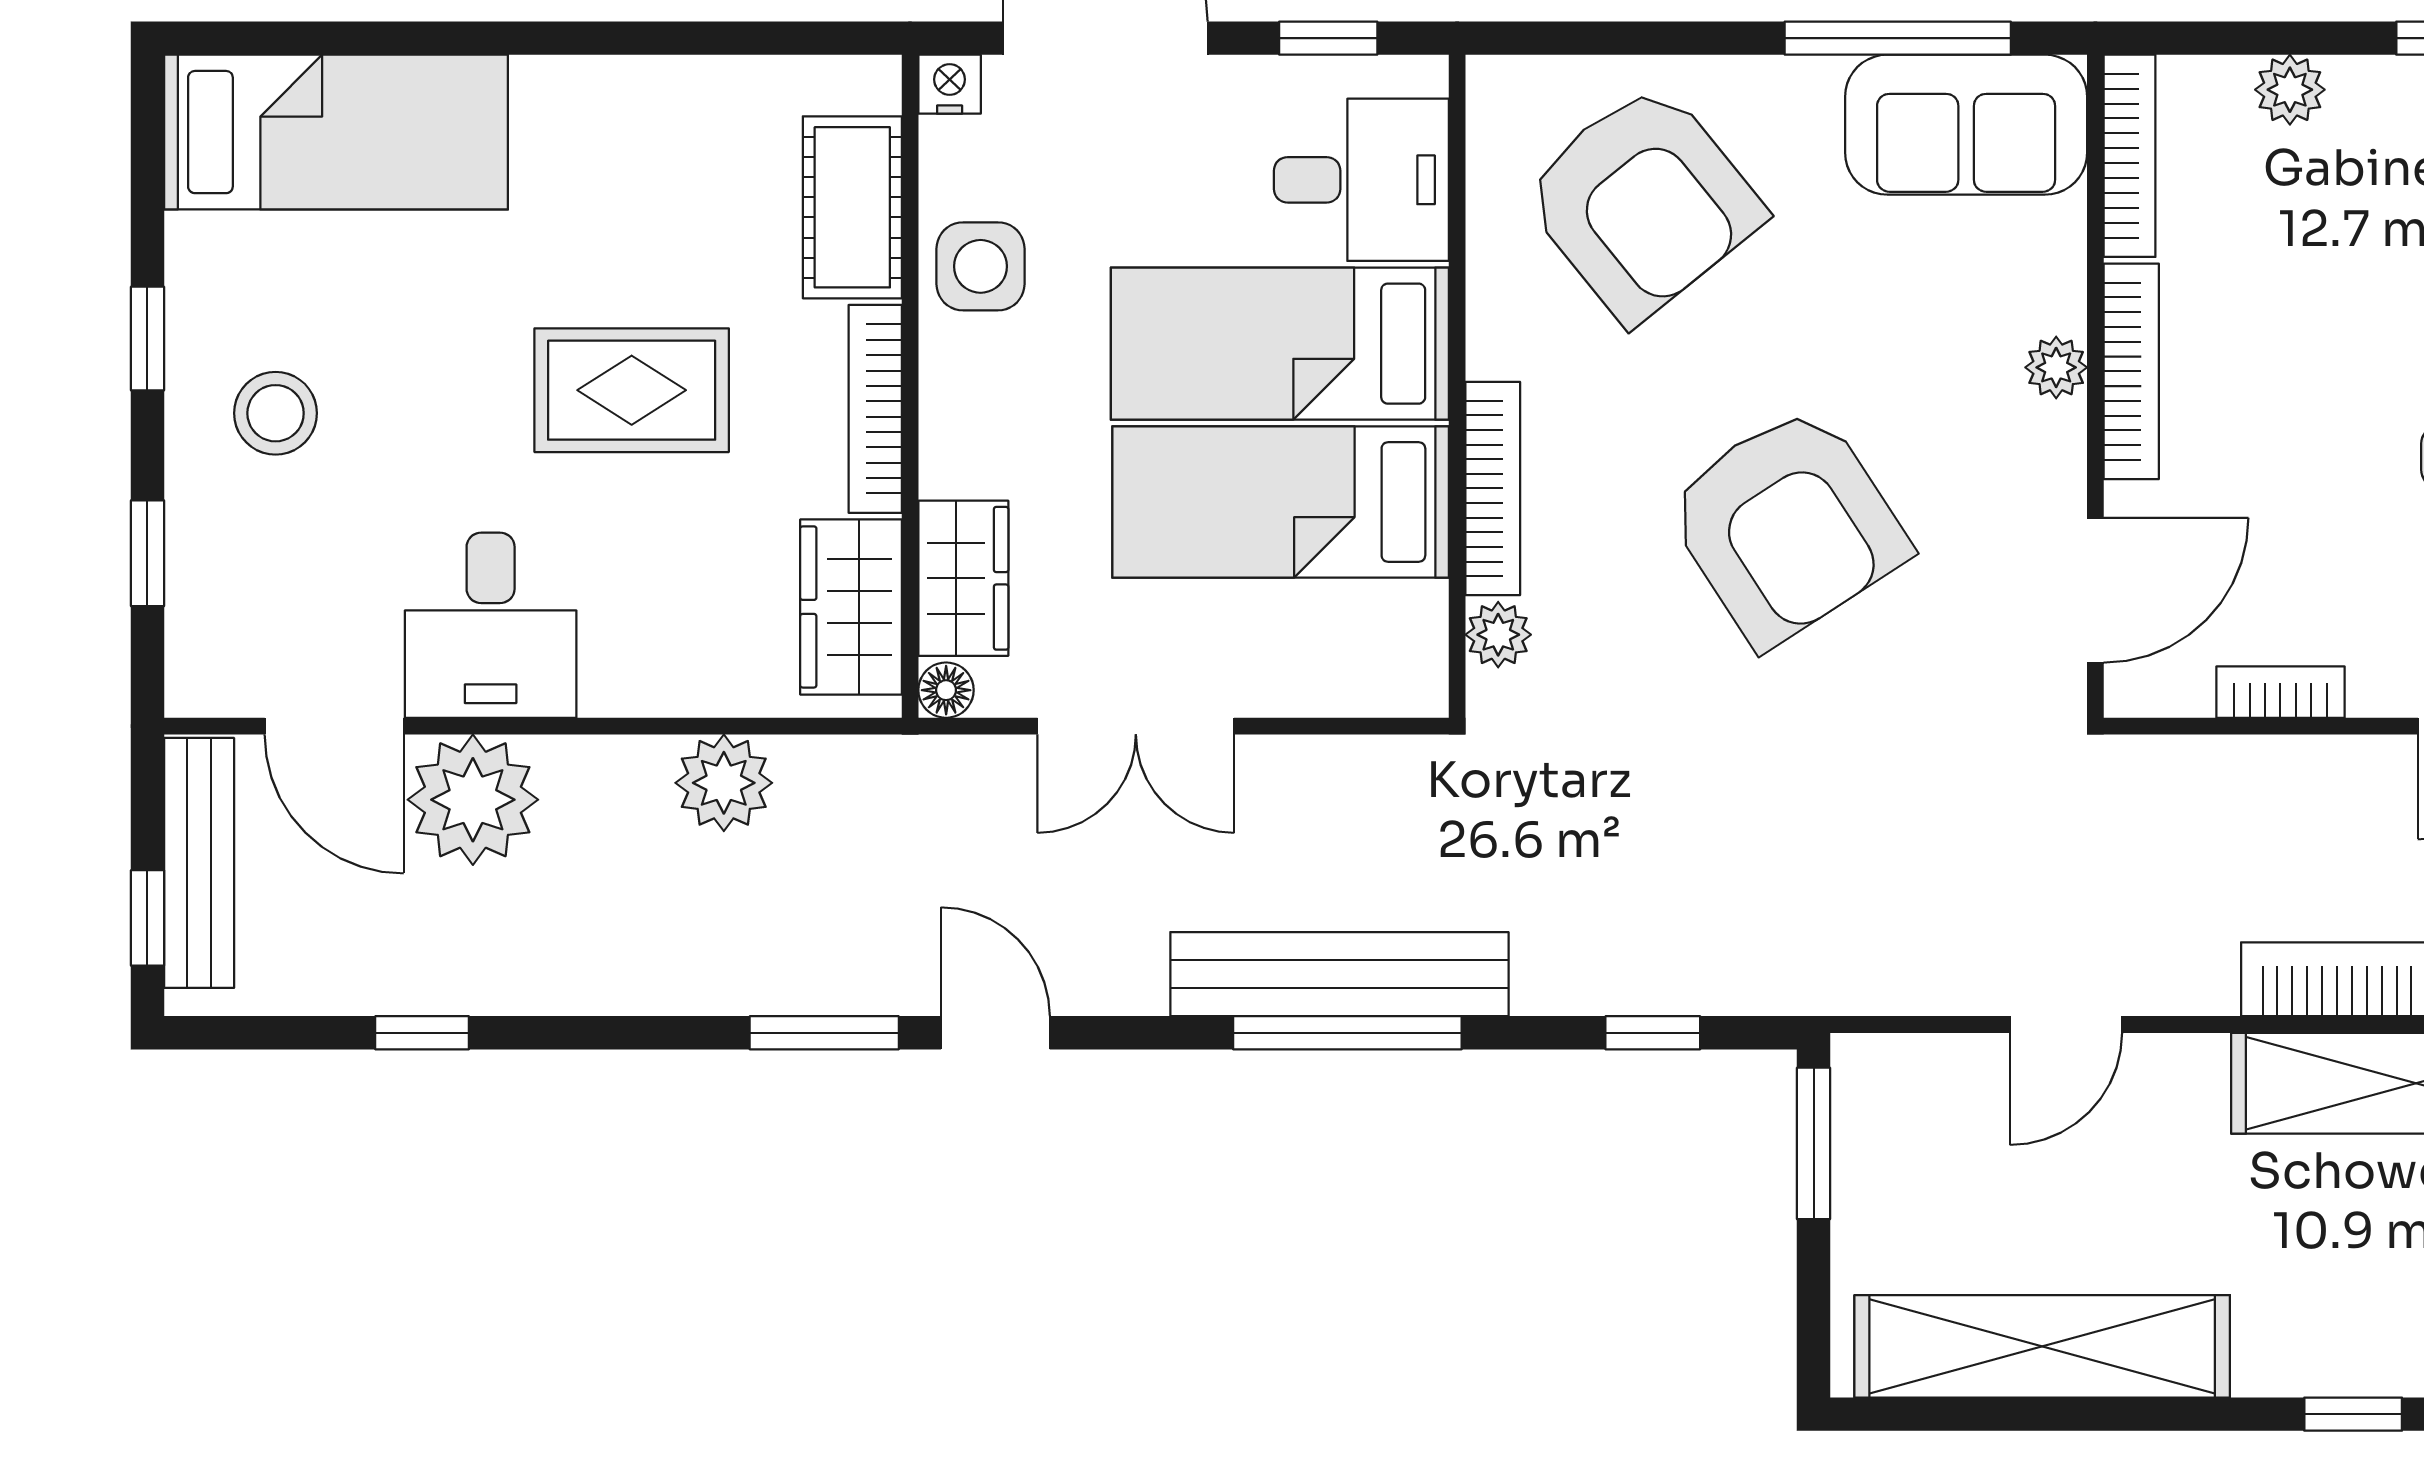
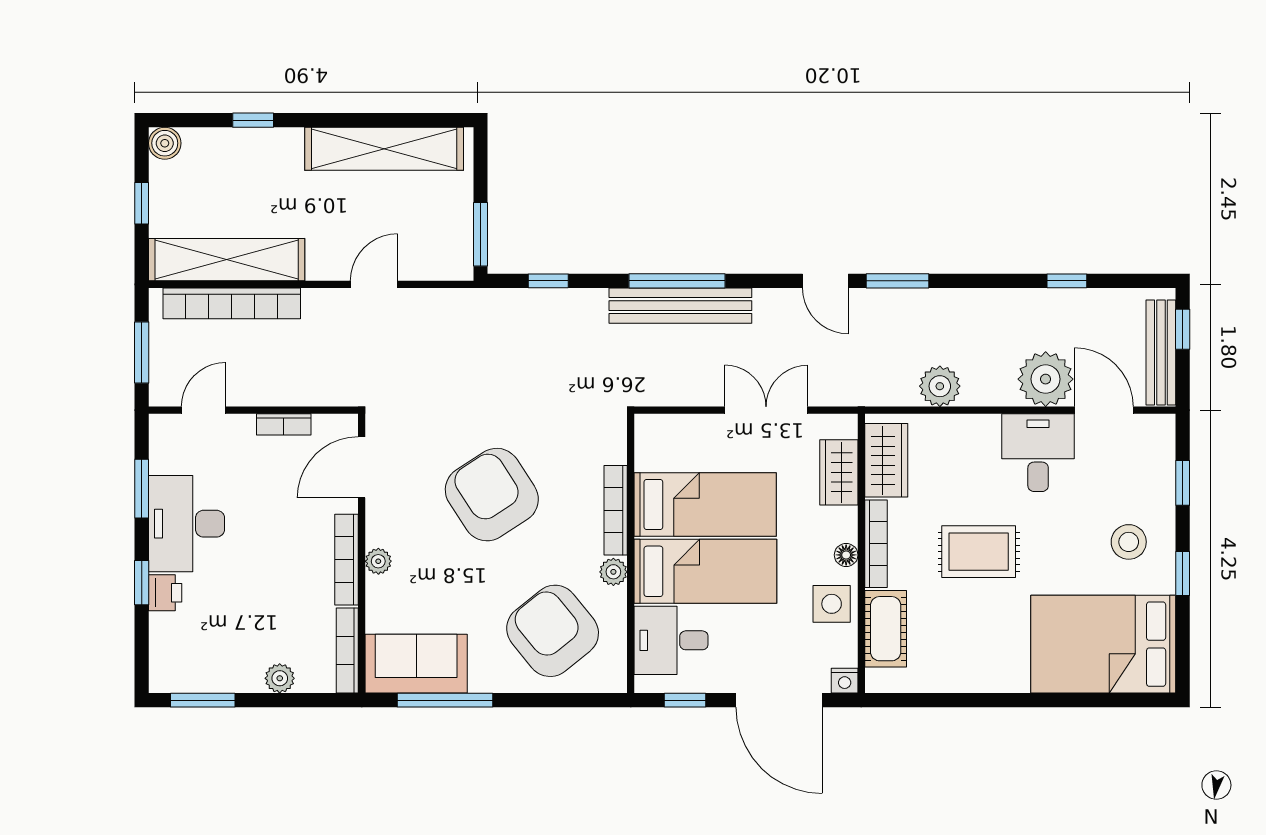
bed: (336, 132) -> (1103, 644), width x1.50
plant: (1498, 635) -> (613, 572), moved
floor lamp: (946, 690) -> (846, 555), moved

